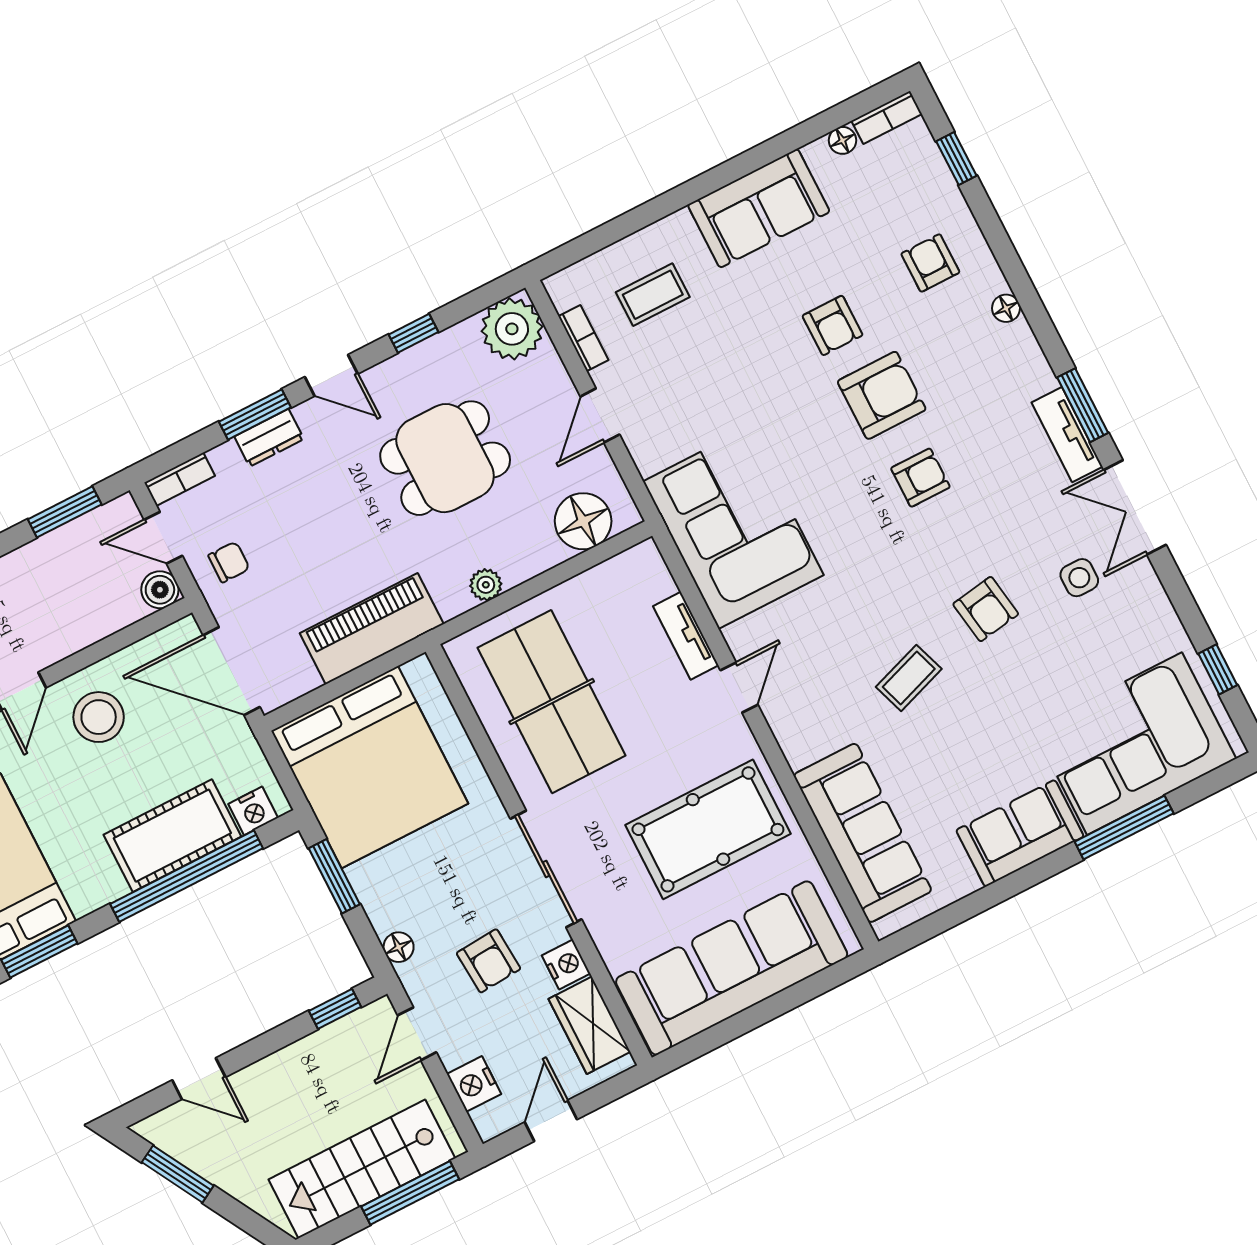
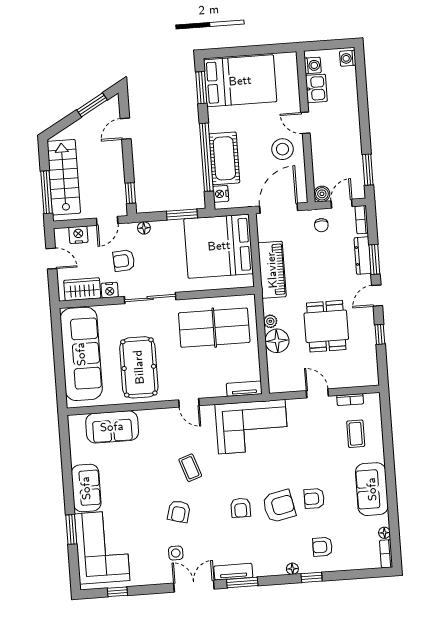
window: (956, 159) -> (312, 577), moved
armchair: (930, 263) -> (322, 547), turned 180
plant: (512, 329) -> (365, 373), removed
armchair: (882, 395) -> (279, 506), turned -102
dresser: (269, 438) -> (363, 256), width x1.44
floor lamp: (583, 521) -> (277, 341), moved
armchair: (986, 609) -> (179, 511), turned -66
tv unit: (686, 636) -> (244, 389), moved
coffee table: (909, 678) -> (190, 468), moved
window: (1124, 827) -> (71, 529), width x0.69
sofa: (863, 833) -> (112, 427), width x0.73
door: (417, 1034) -> (107, 221), swing flipped

